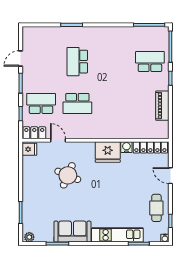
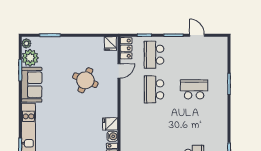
school desk: (41, 103) -> (154, 55), turned 180
fridge: (108, 152) -> (110, 124), width x0.53, depth x0.75
plant: (44, 233) -> (30, 58), added

